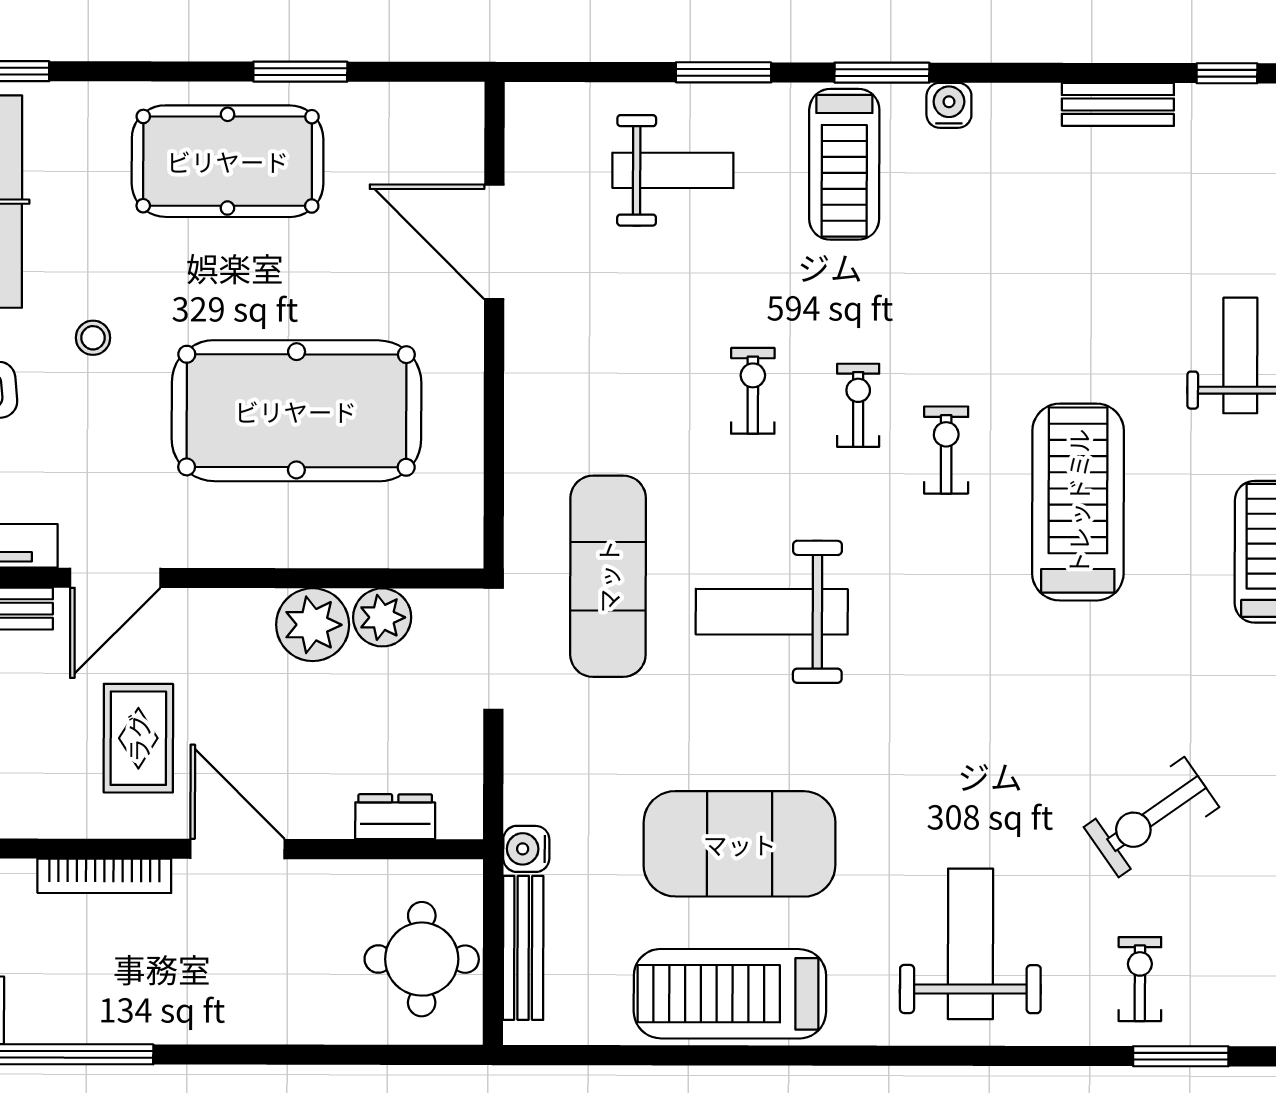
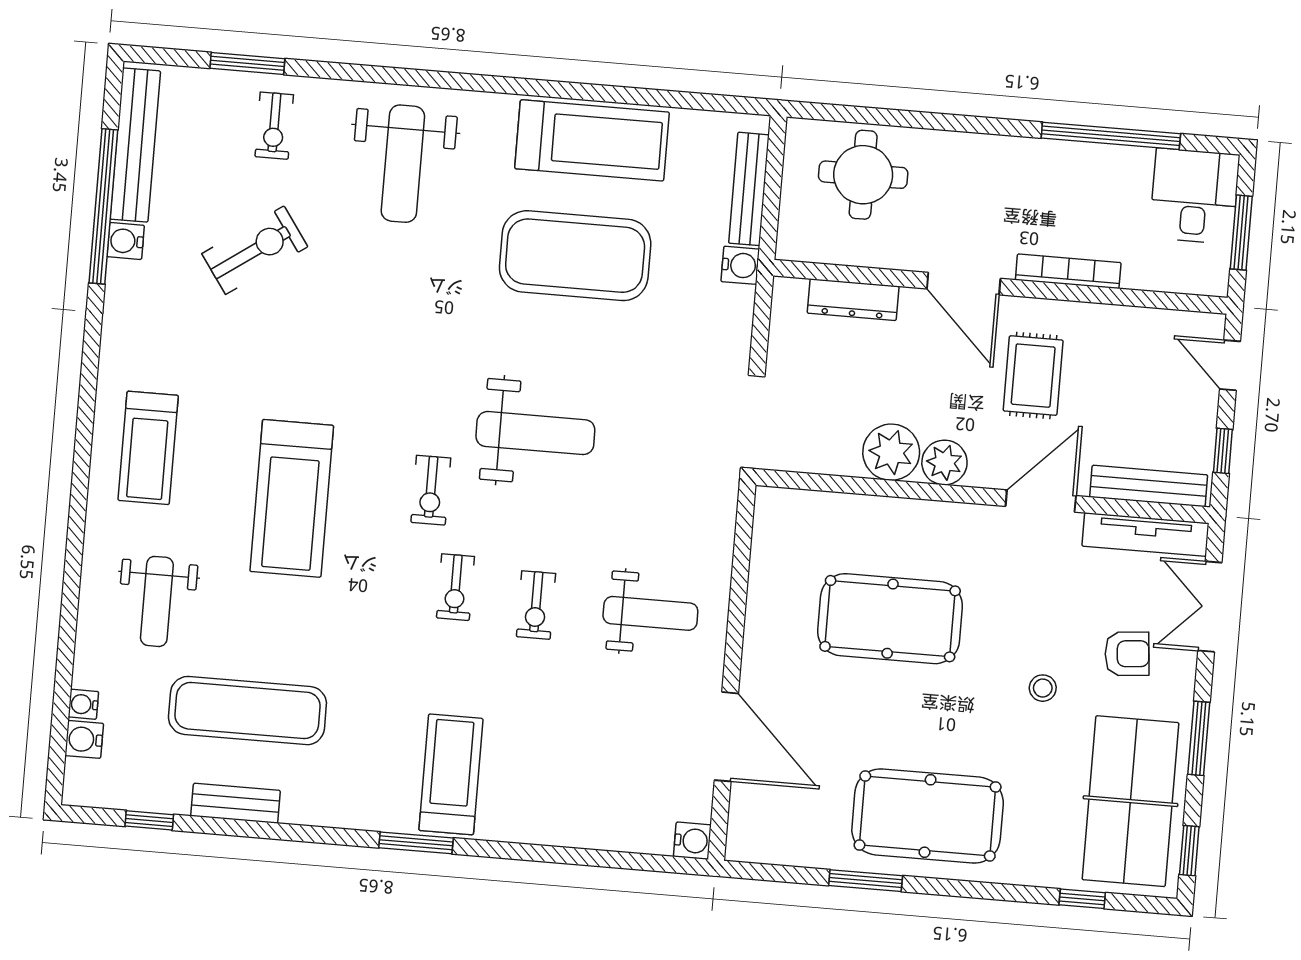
window: (724, 72) -> (538, 853), removed
water cooler: (949, 105) -> (692, 841), moved, turned -90
weight bench: (673, 170) -> (650, 613), moved, turned 180
pool table: (296, 411) -> (890, 619), width x0.73, depth x0.76
exercise bike: (946, 450) -> (431, 490), moved
exercise mat: (608, 576) -> (247, 711), moved, turned 90
plant: (382, 617) -> (944, 462), moved
dresser: (395, 817) -> (853, 300), width x1.44
round table: (422, 959) -> (863, 175), moved

